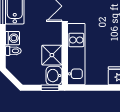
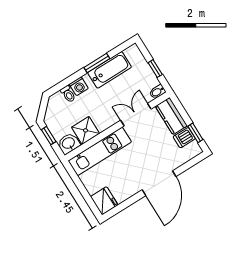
window: (50, 88) -> (49, 136), moved

